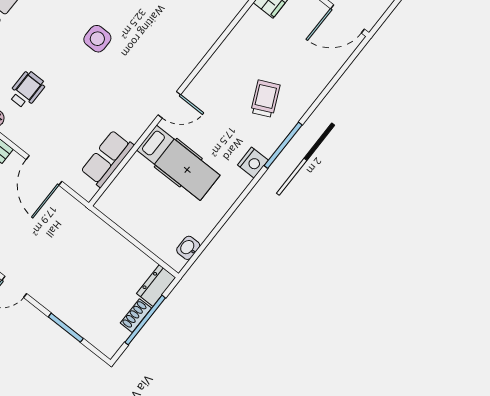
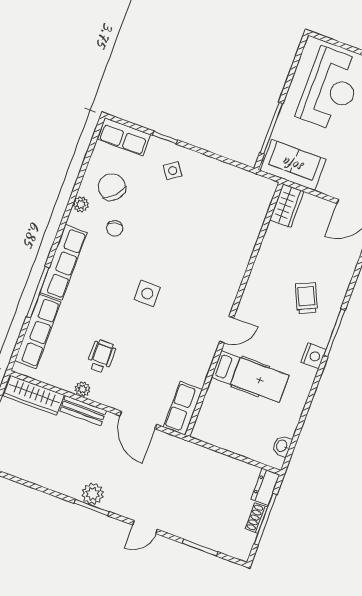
row of seats: (107, 159) -> (183, 408), moved

